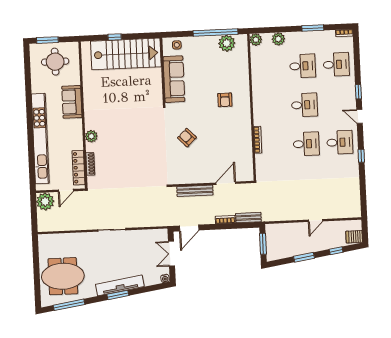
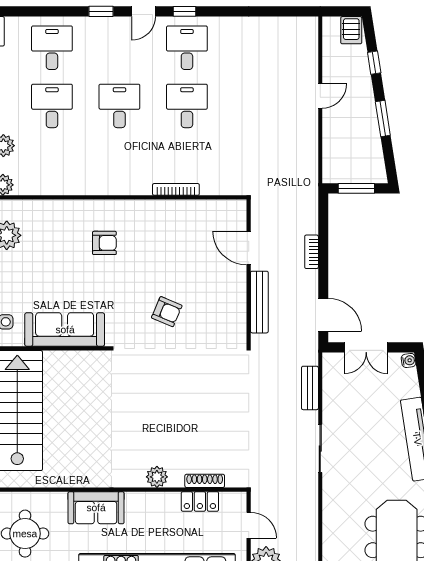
armchair: (187, 138) -> (167, 312), turned -113
window: (361, 156) -> (185, 11), moved
locker: (78, 168) -> (200, 501), width x0.66
bench: (248, 218) -> (310, 388), moved
door: (315, 221) -> (320, 96), hinge flipped

